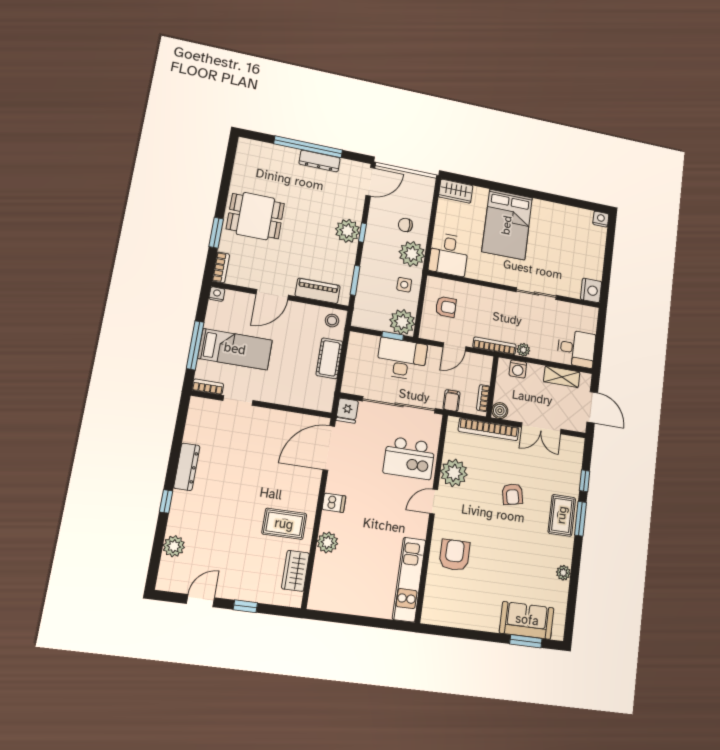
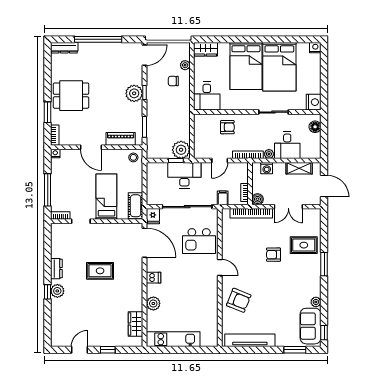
dresser: (320, 161) -> (64, 48), moved
bed: (551, 234) -> (279, 67), added
plant: (412, 254) -> (185, 65), moved, width x0.53, depth x0.53
side table: (404, 285) -> (179, 124), removed
door: (272, 295) -> (91, 147), hinge flipped
armchair: (446, 307) -> (227, 127), moved
floor lamp: (589, 324) -> (315, 127), added
desk: (576, 348) -> (287, 145), moved, turned 90
bed: (235, 349) -> (106, 197), moved, turned -90
cot: (329, 358) -> (136, 206), moved
door: (329, 448) -> (145, 243), swing flipped
dresser: (187, 467) -> (56, 269), width x0.70
plant: (454, 473) -> (231, 246), removed
window: (585, 481) -> (324, 333), moved
armchair: (512, 494) -> (274, 255), turned 102
door: (434, 502) -> (220, 267), swing flipped
rug: (562, 515) -> (304, 245), moved, turned 90
rug: (284, 524) -> (100, 271), moved
plant: (174, 546) -> (57, 291), moved
armchair: (454, 555) -> (239, 300), turned 112
kitchen unit: (409, 580) -> (173, 339), moved, turned 90
tv unit: (463, 618) -> (250, 340), added
sofa: (527, 620) -> (311, 326), moved, turned -90

